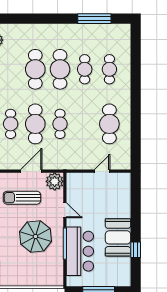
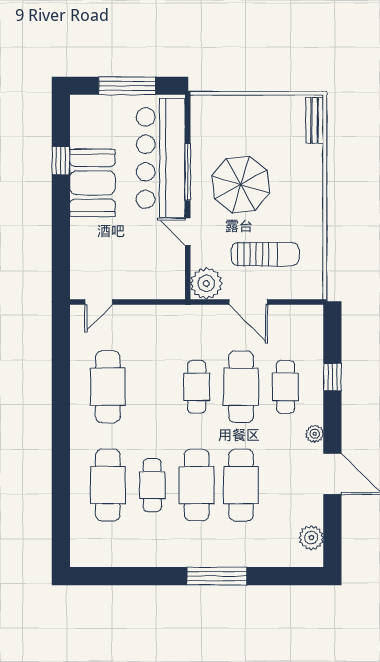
window: (94, 19) -> (217, 576), moved
cafe table: (109, 69) -> (108, 485), width x1.37, depth x1.35
door: (31, 171) -> (248, 302), hinge flipped
door: (102, 171) -> (99, 302), moved
bar counter: (80, 251) -> (161, 158), width x1.36

